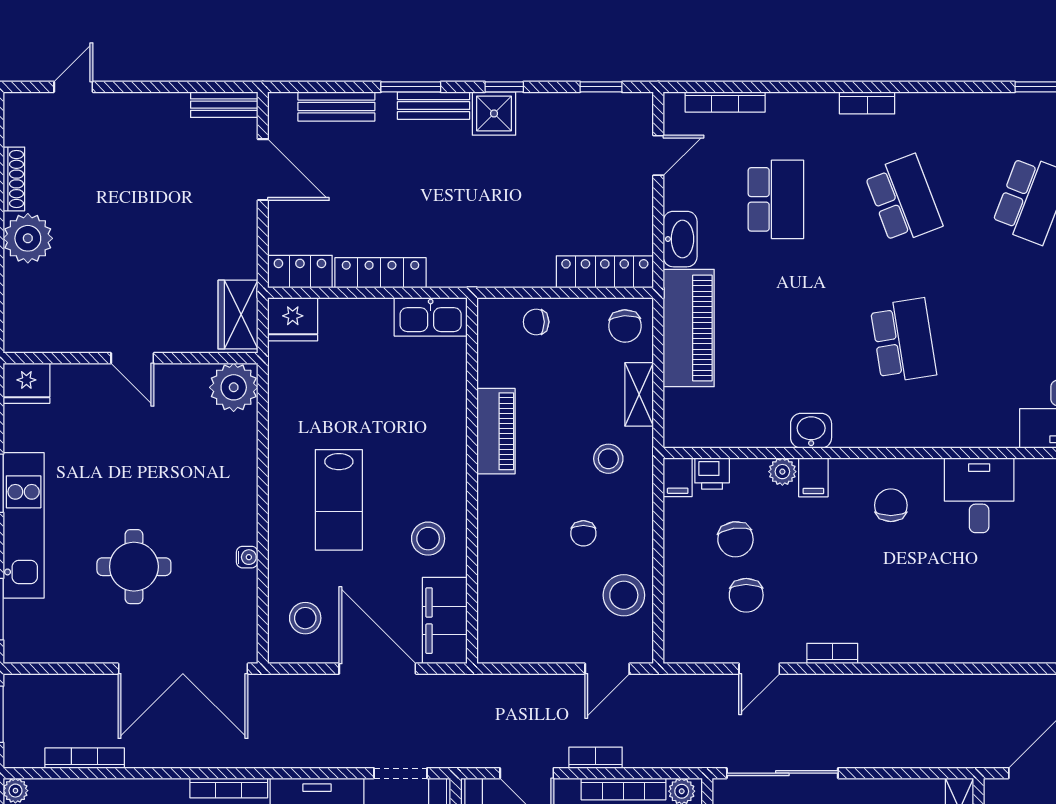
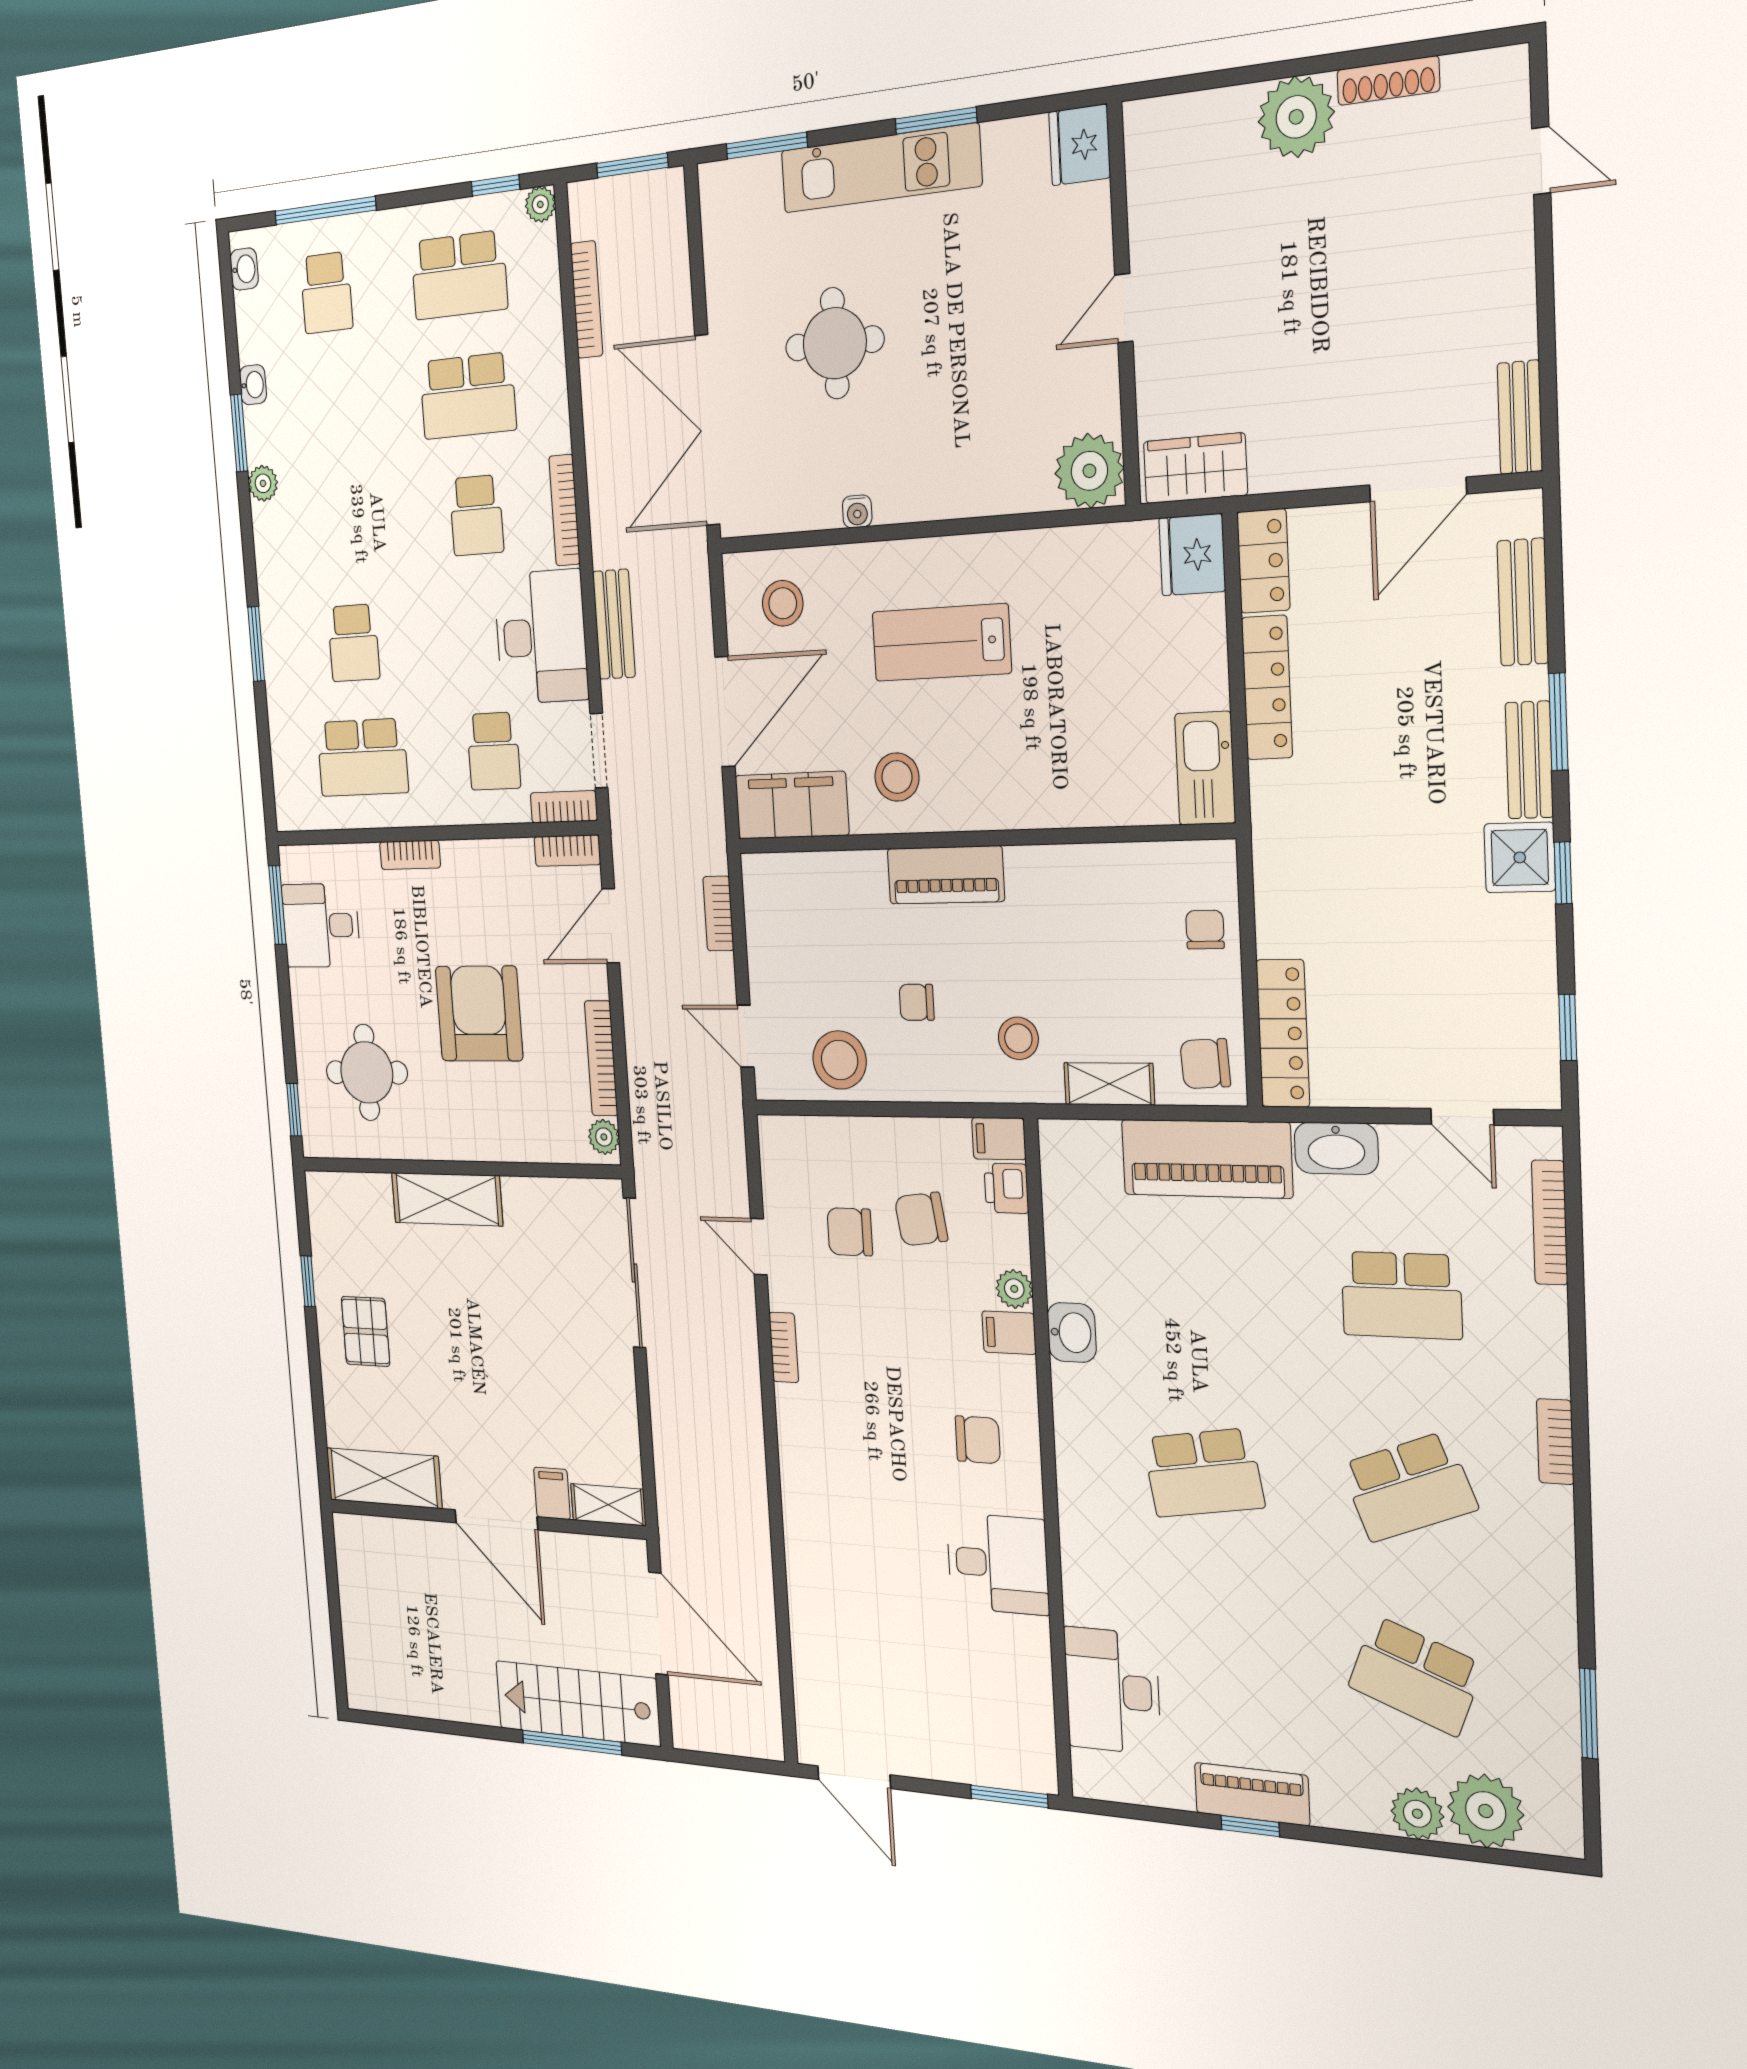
piano: (496, 431) -> (946, 875), moved
bench: (312, 754) -> (614, 624), added
bookcase: (596, 758) -> (718, 914), moved, turned 180

